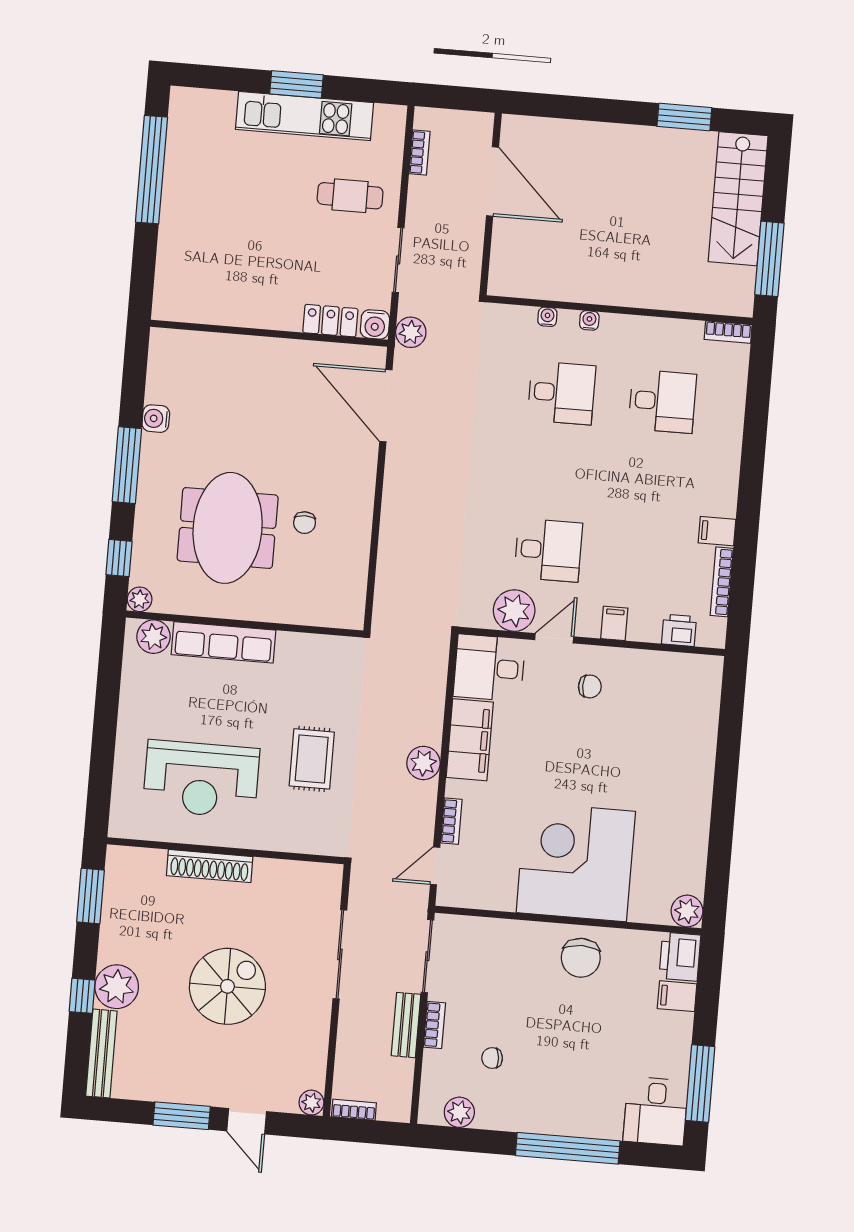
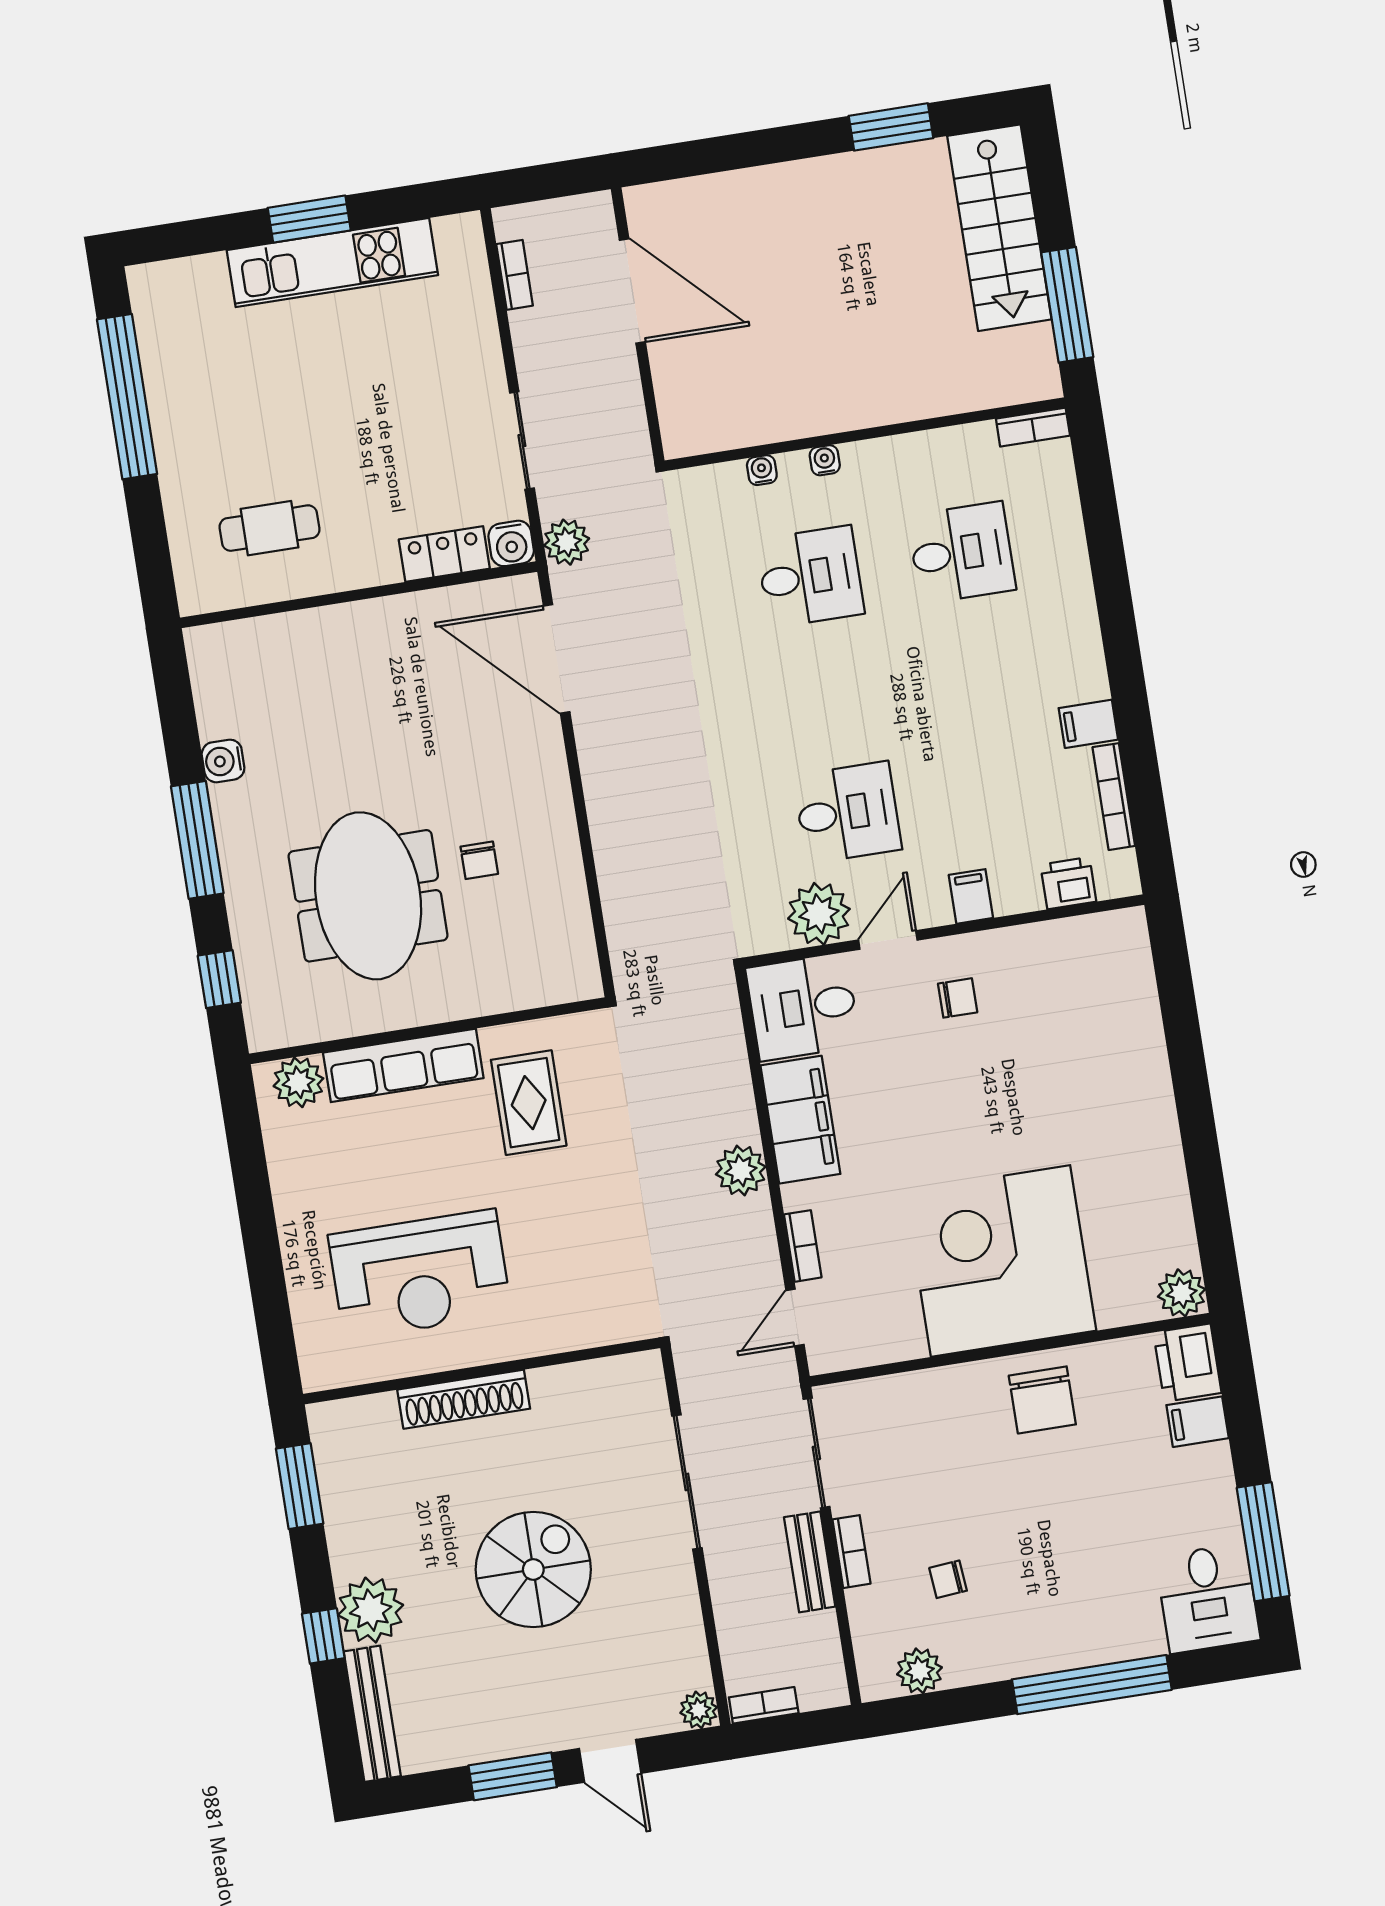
cafe table: (350, 196) -> (270, 528), moved
plant: (140, 599) -> (264, 1032), removed
rug: (312, 759) -> (529, 1103), moved

